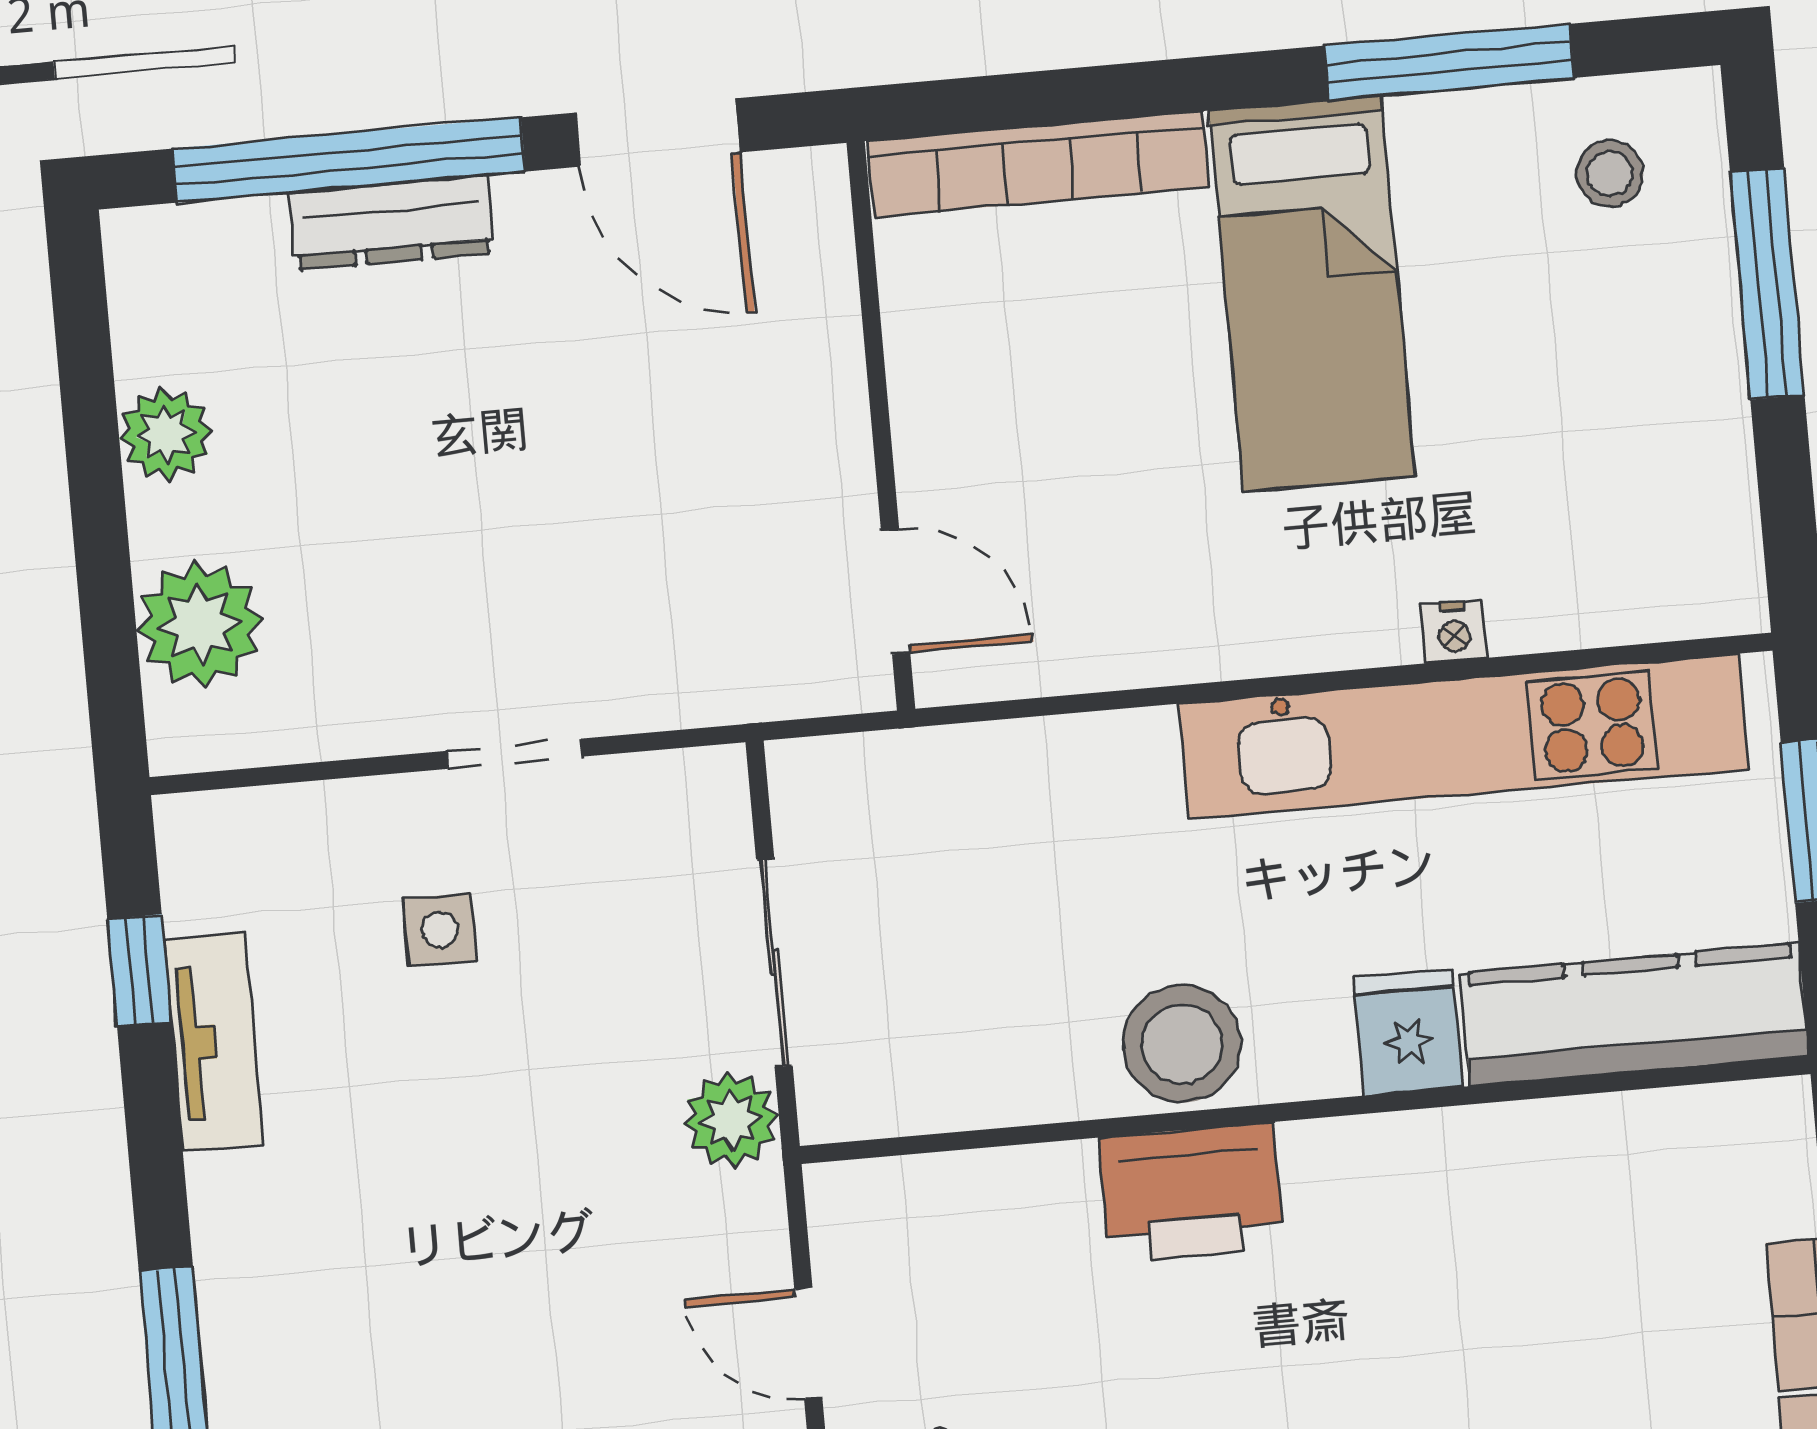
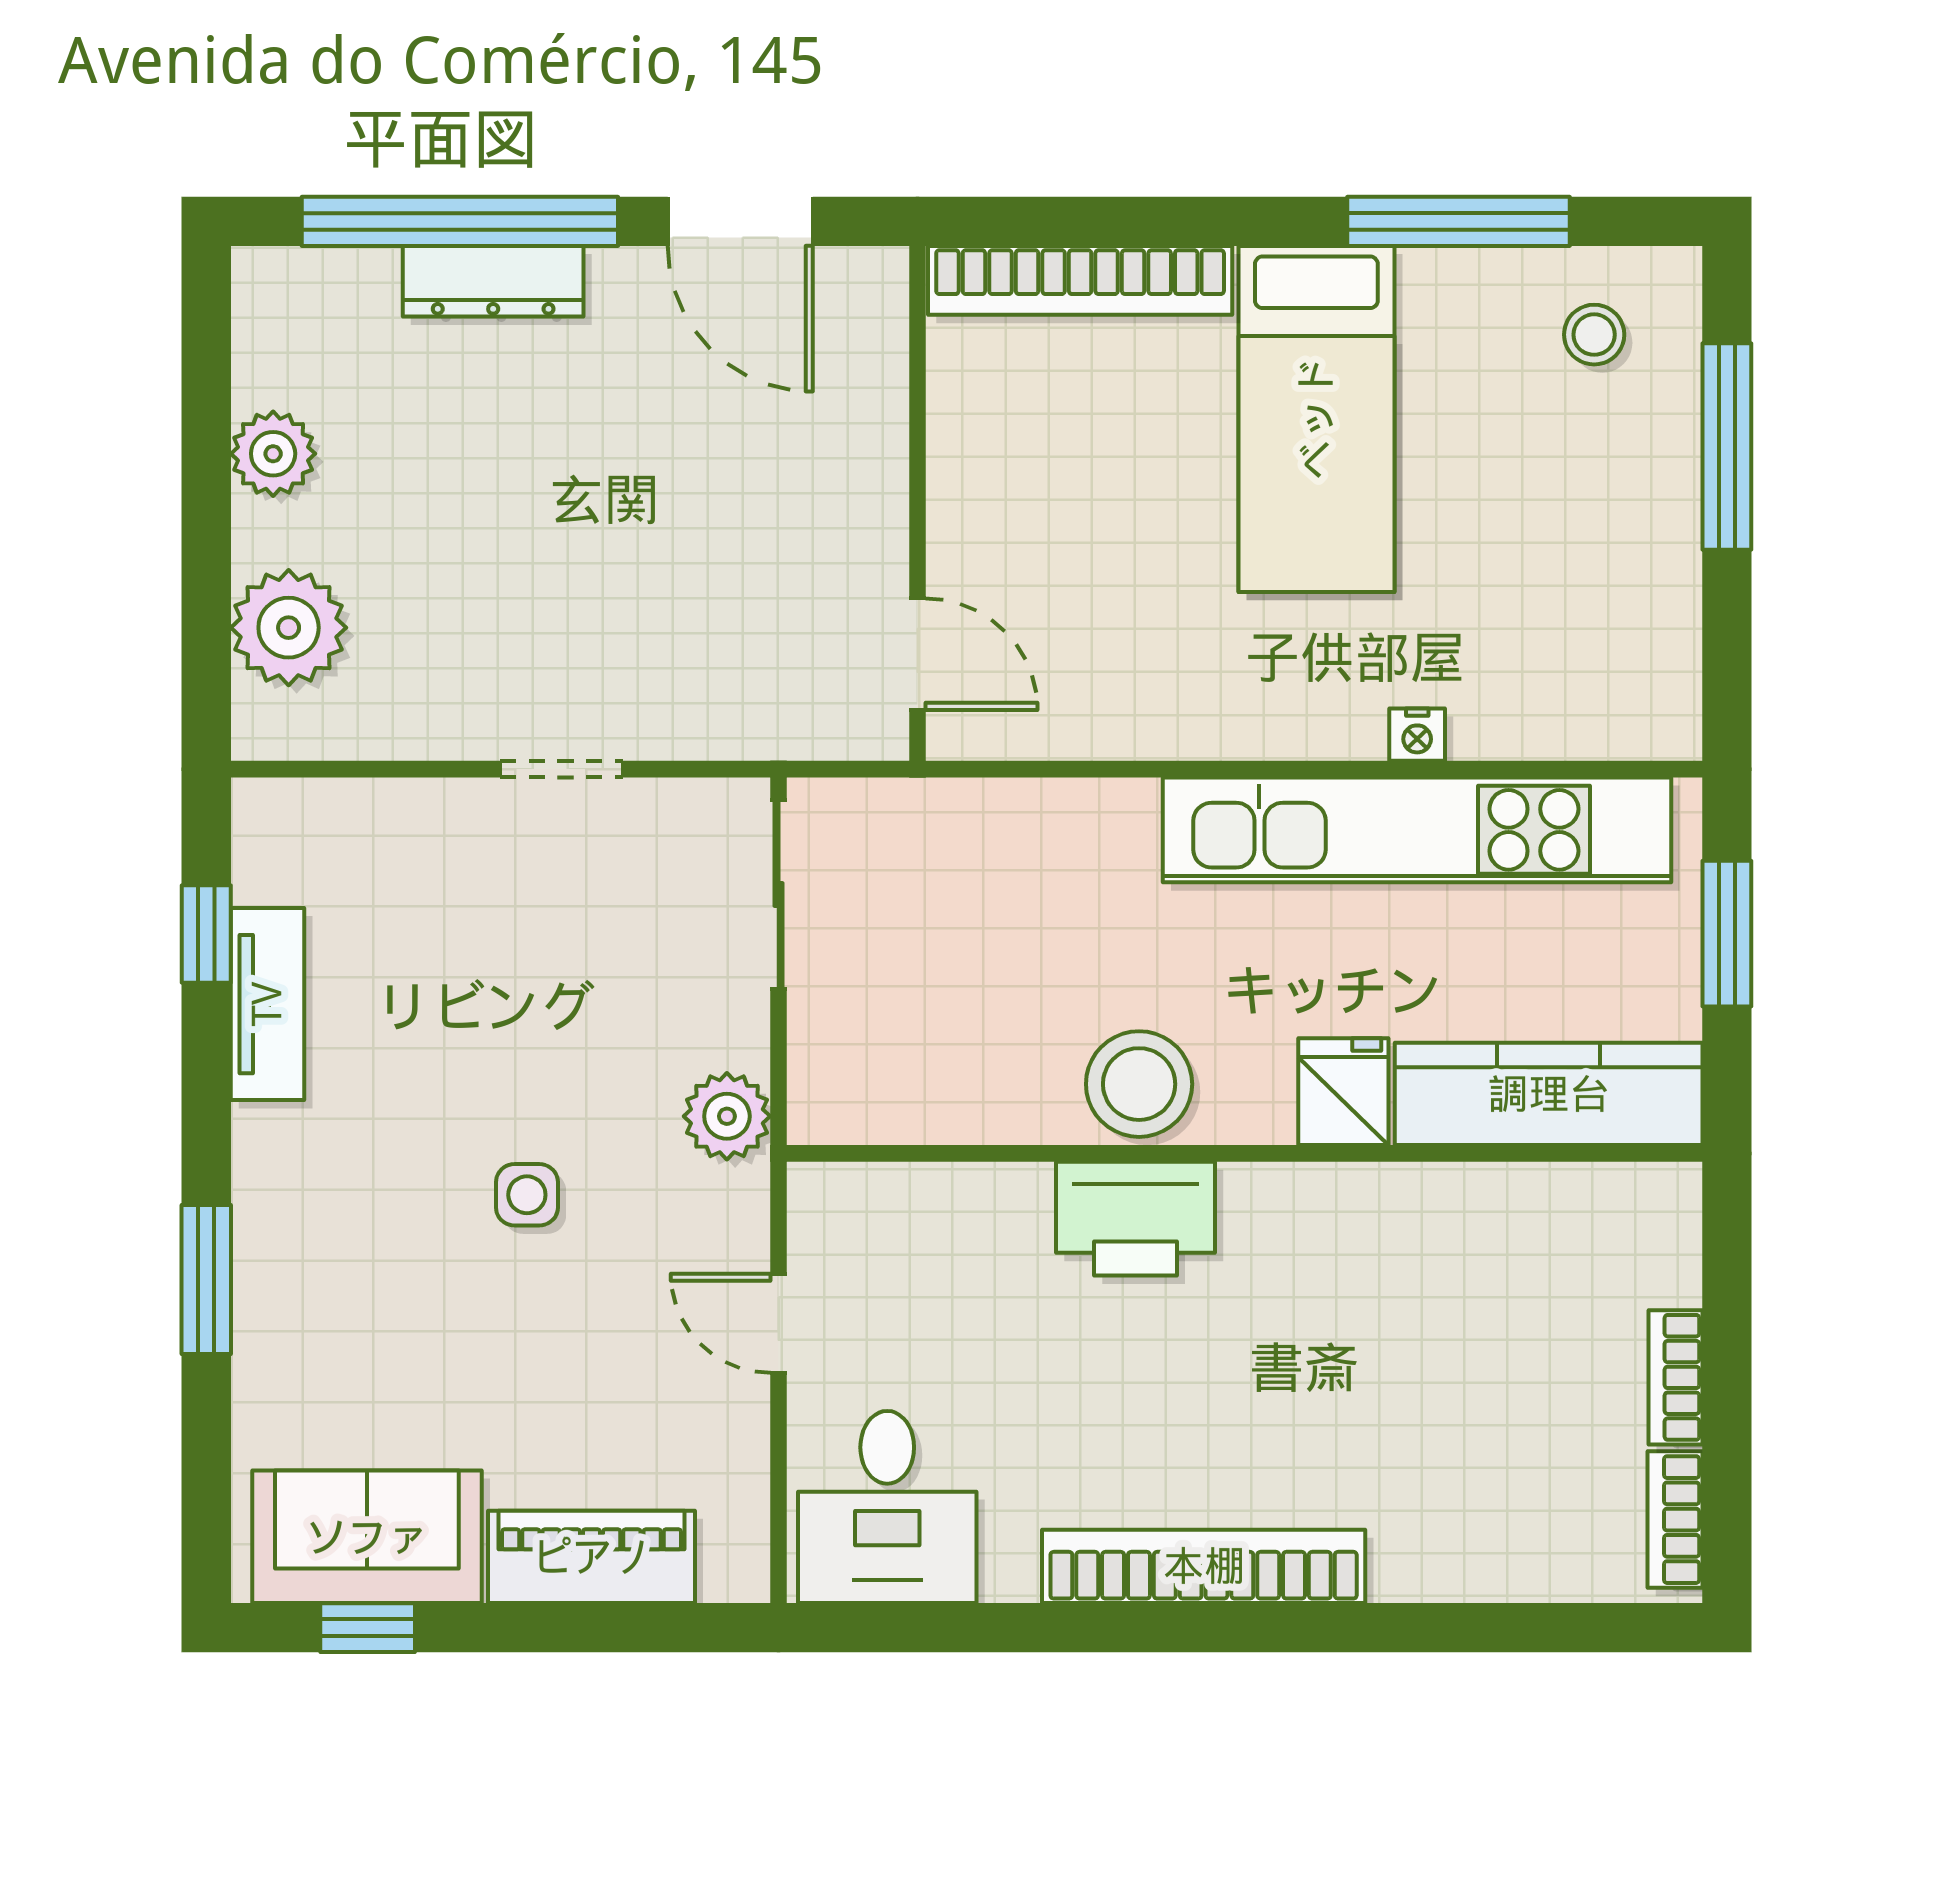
side table: (440, 930) -> (527, 1195), moved
sliding door: (774, 962) -> (779, 895), moved

